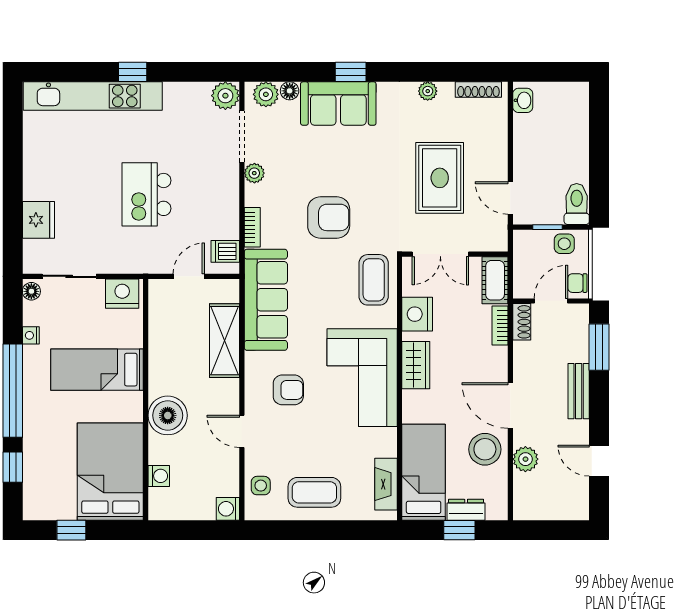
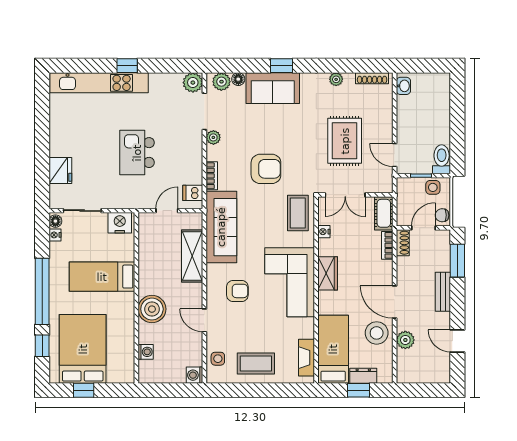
nightstand: (417, 314) -> (324, 232), width x0.53, depth x0.56
nightstand: (31, 335) -> (55, 235), moved
bed: (110, 472) -> (83, 349), moved

